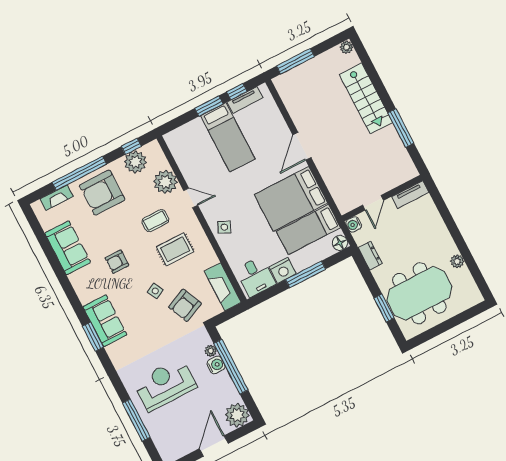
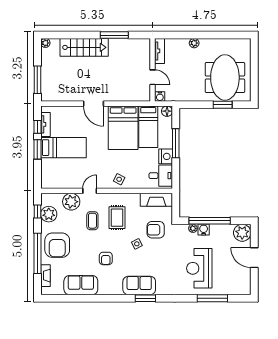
dresser: (370, 256) -> (185, 96), removed
plant: (457, 261) -> (194, 43), moved
armchair: (185, 305) -> (156, 230), turned 114

